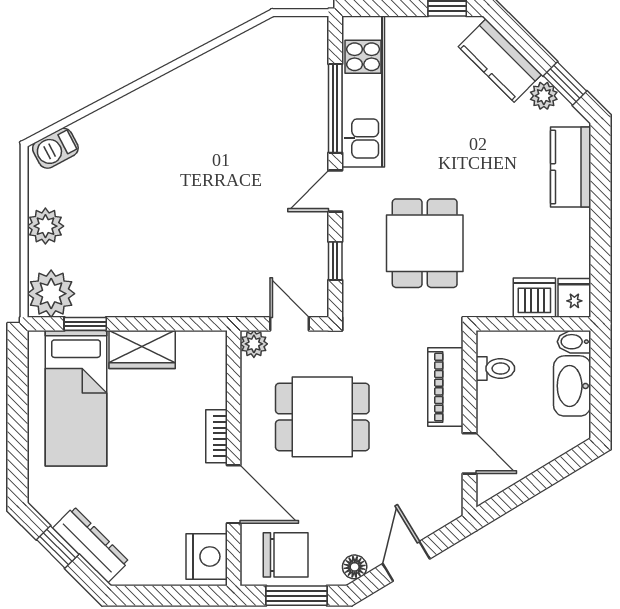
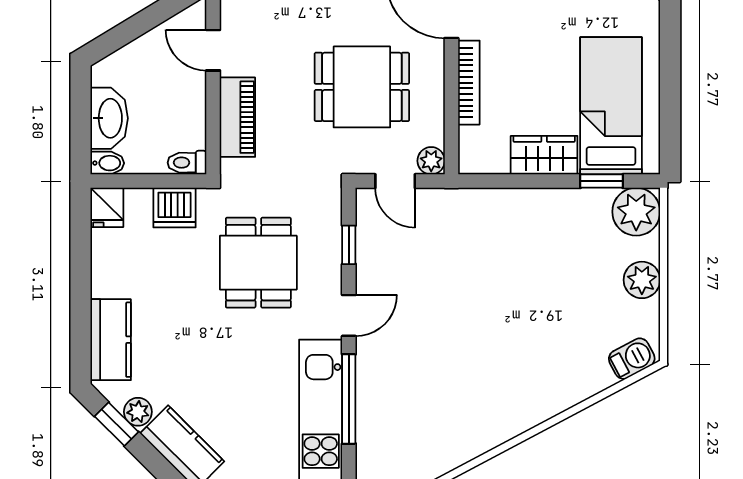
dishwasher: (534, 298) -> (174, 208), moved
toilet: (495, 368) -> (187, 163), moved
bookcase: (216, 436) -> (469, 83), width x1.56

